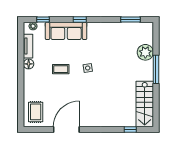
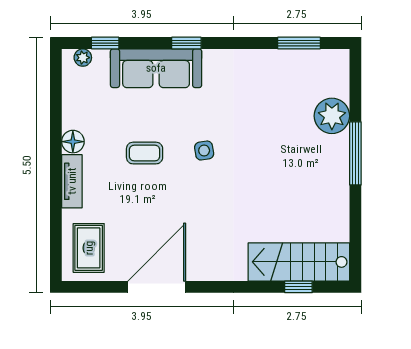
tv unit: (28, 46) -> (72, 181), moved
stairs: (145, 104) -> (299, 262), moved, turned 90

